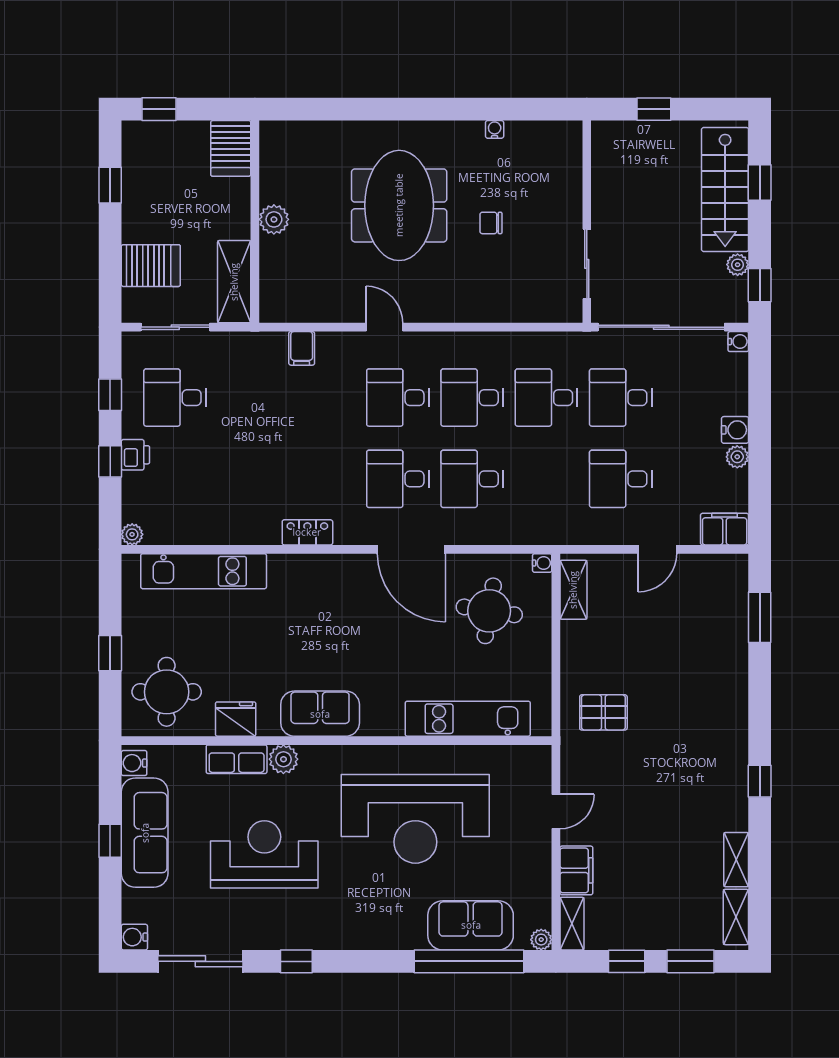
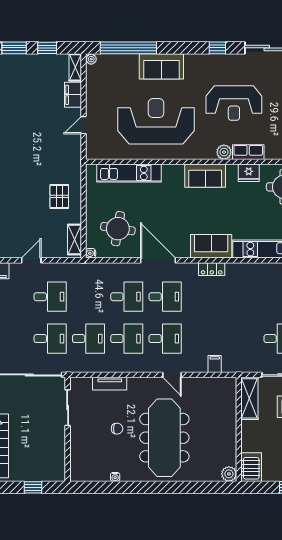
meeting table: (399, 205) -> (164, 438), width x1.36
plant: (274, 219) -> (229, 474), moved
tv unit: (505, 310) -> (110, 384), added
sofa: (308, 577) -> (211, 246), added
pallet: (603, 712) -> (59, 196), moved, turned 90
sofa: (471, 925) -> (161, 66), moved

